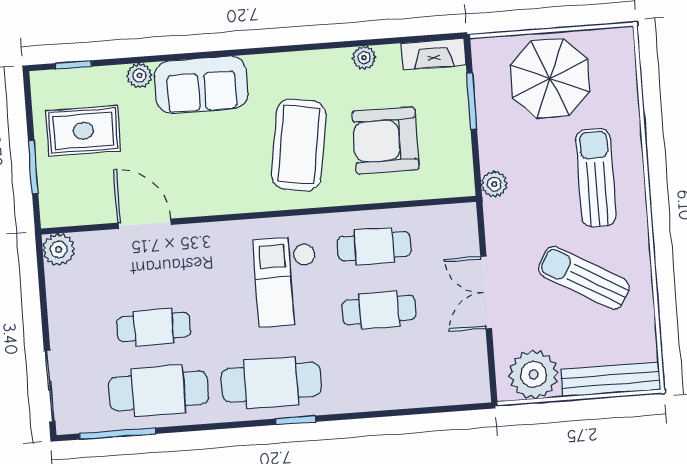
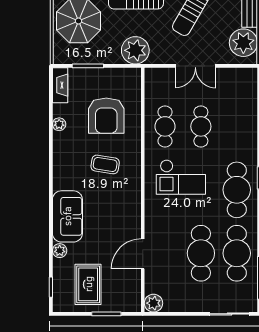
coffee table: (299, 145) -> (105, 164), width x0.54, depth x0.58
plant: (494, 184) -> (135, 50), width x1.88, depth x1.88
cafe table: (154, 327) -> (201, 253), width x1.37, depth x1.35

